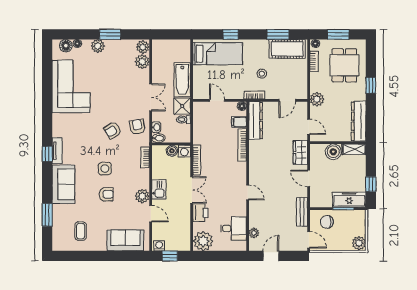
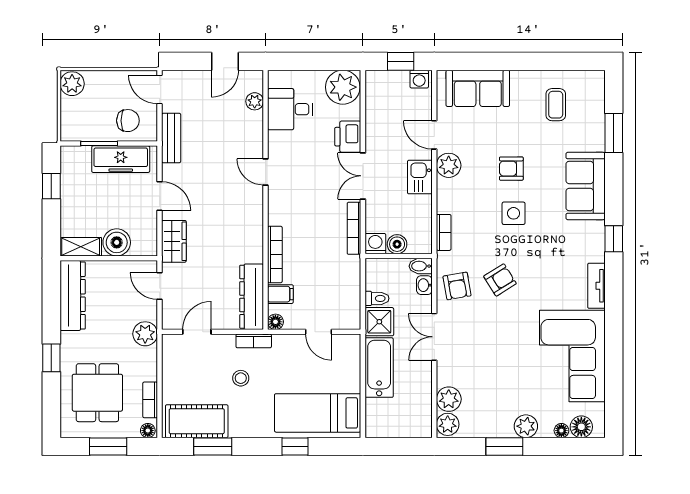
tv unit: (57, 151) -> (596, 286), moved
freezer: (349, 200) -> (121, 159), moved

